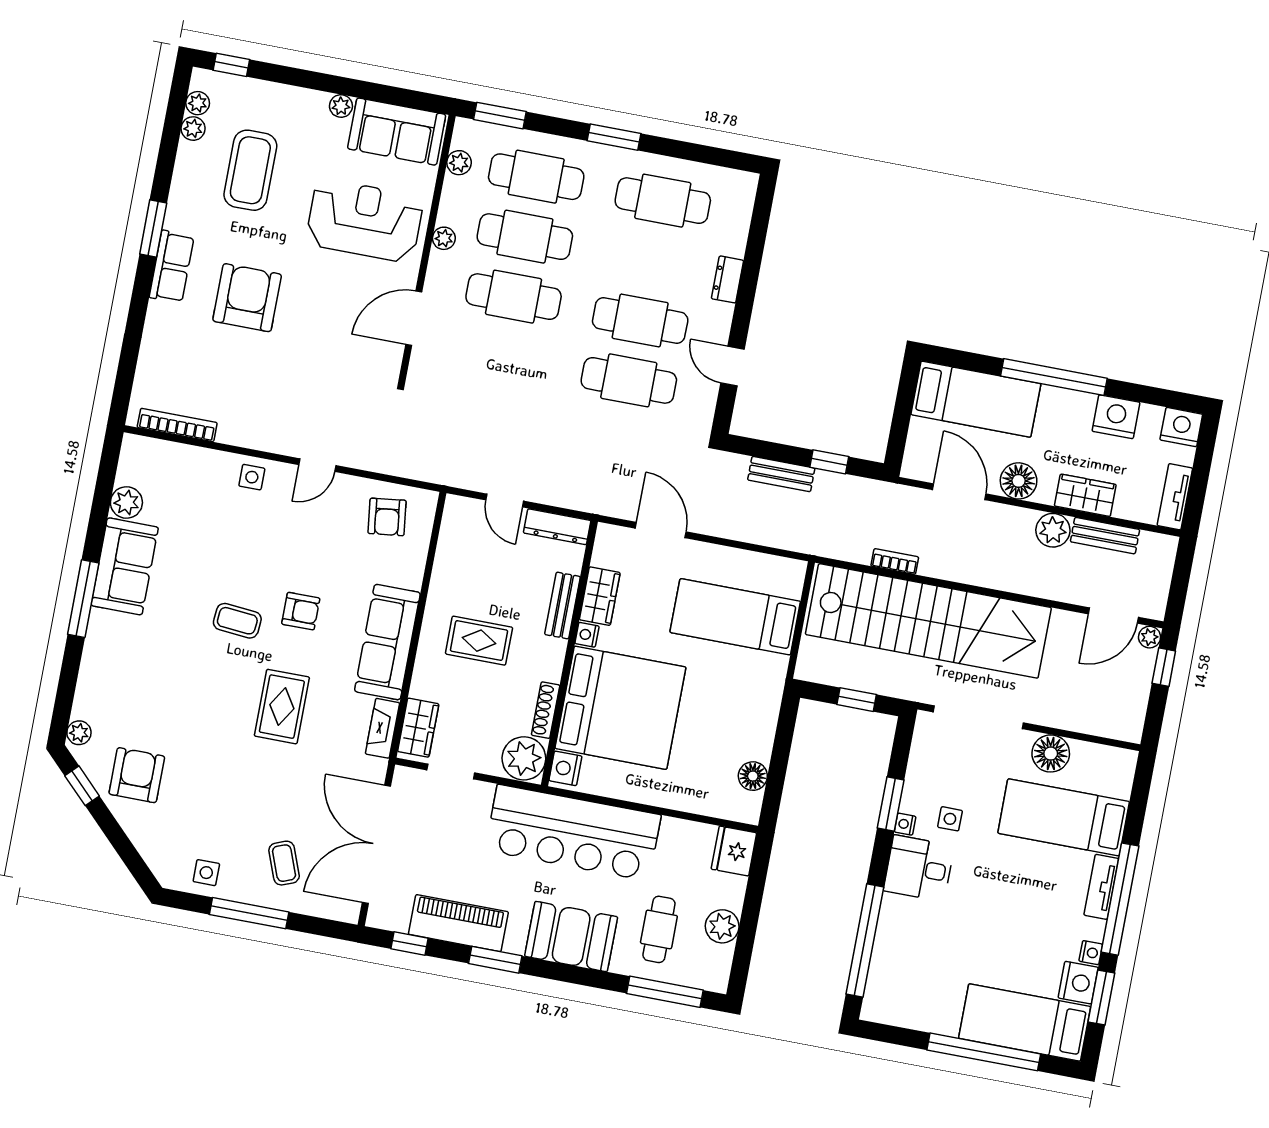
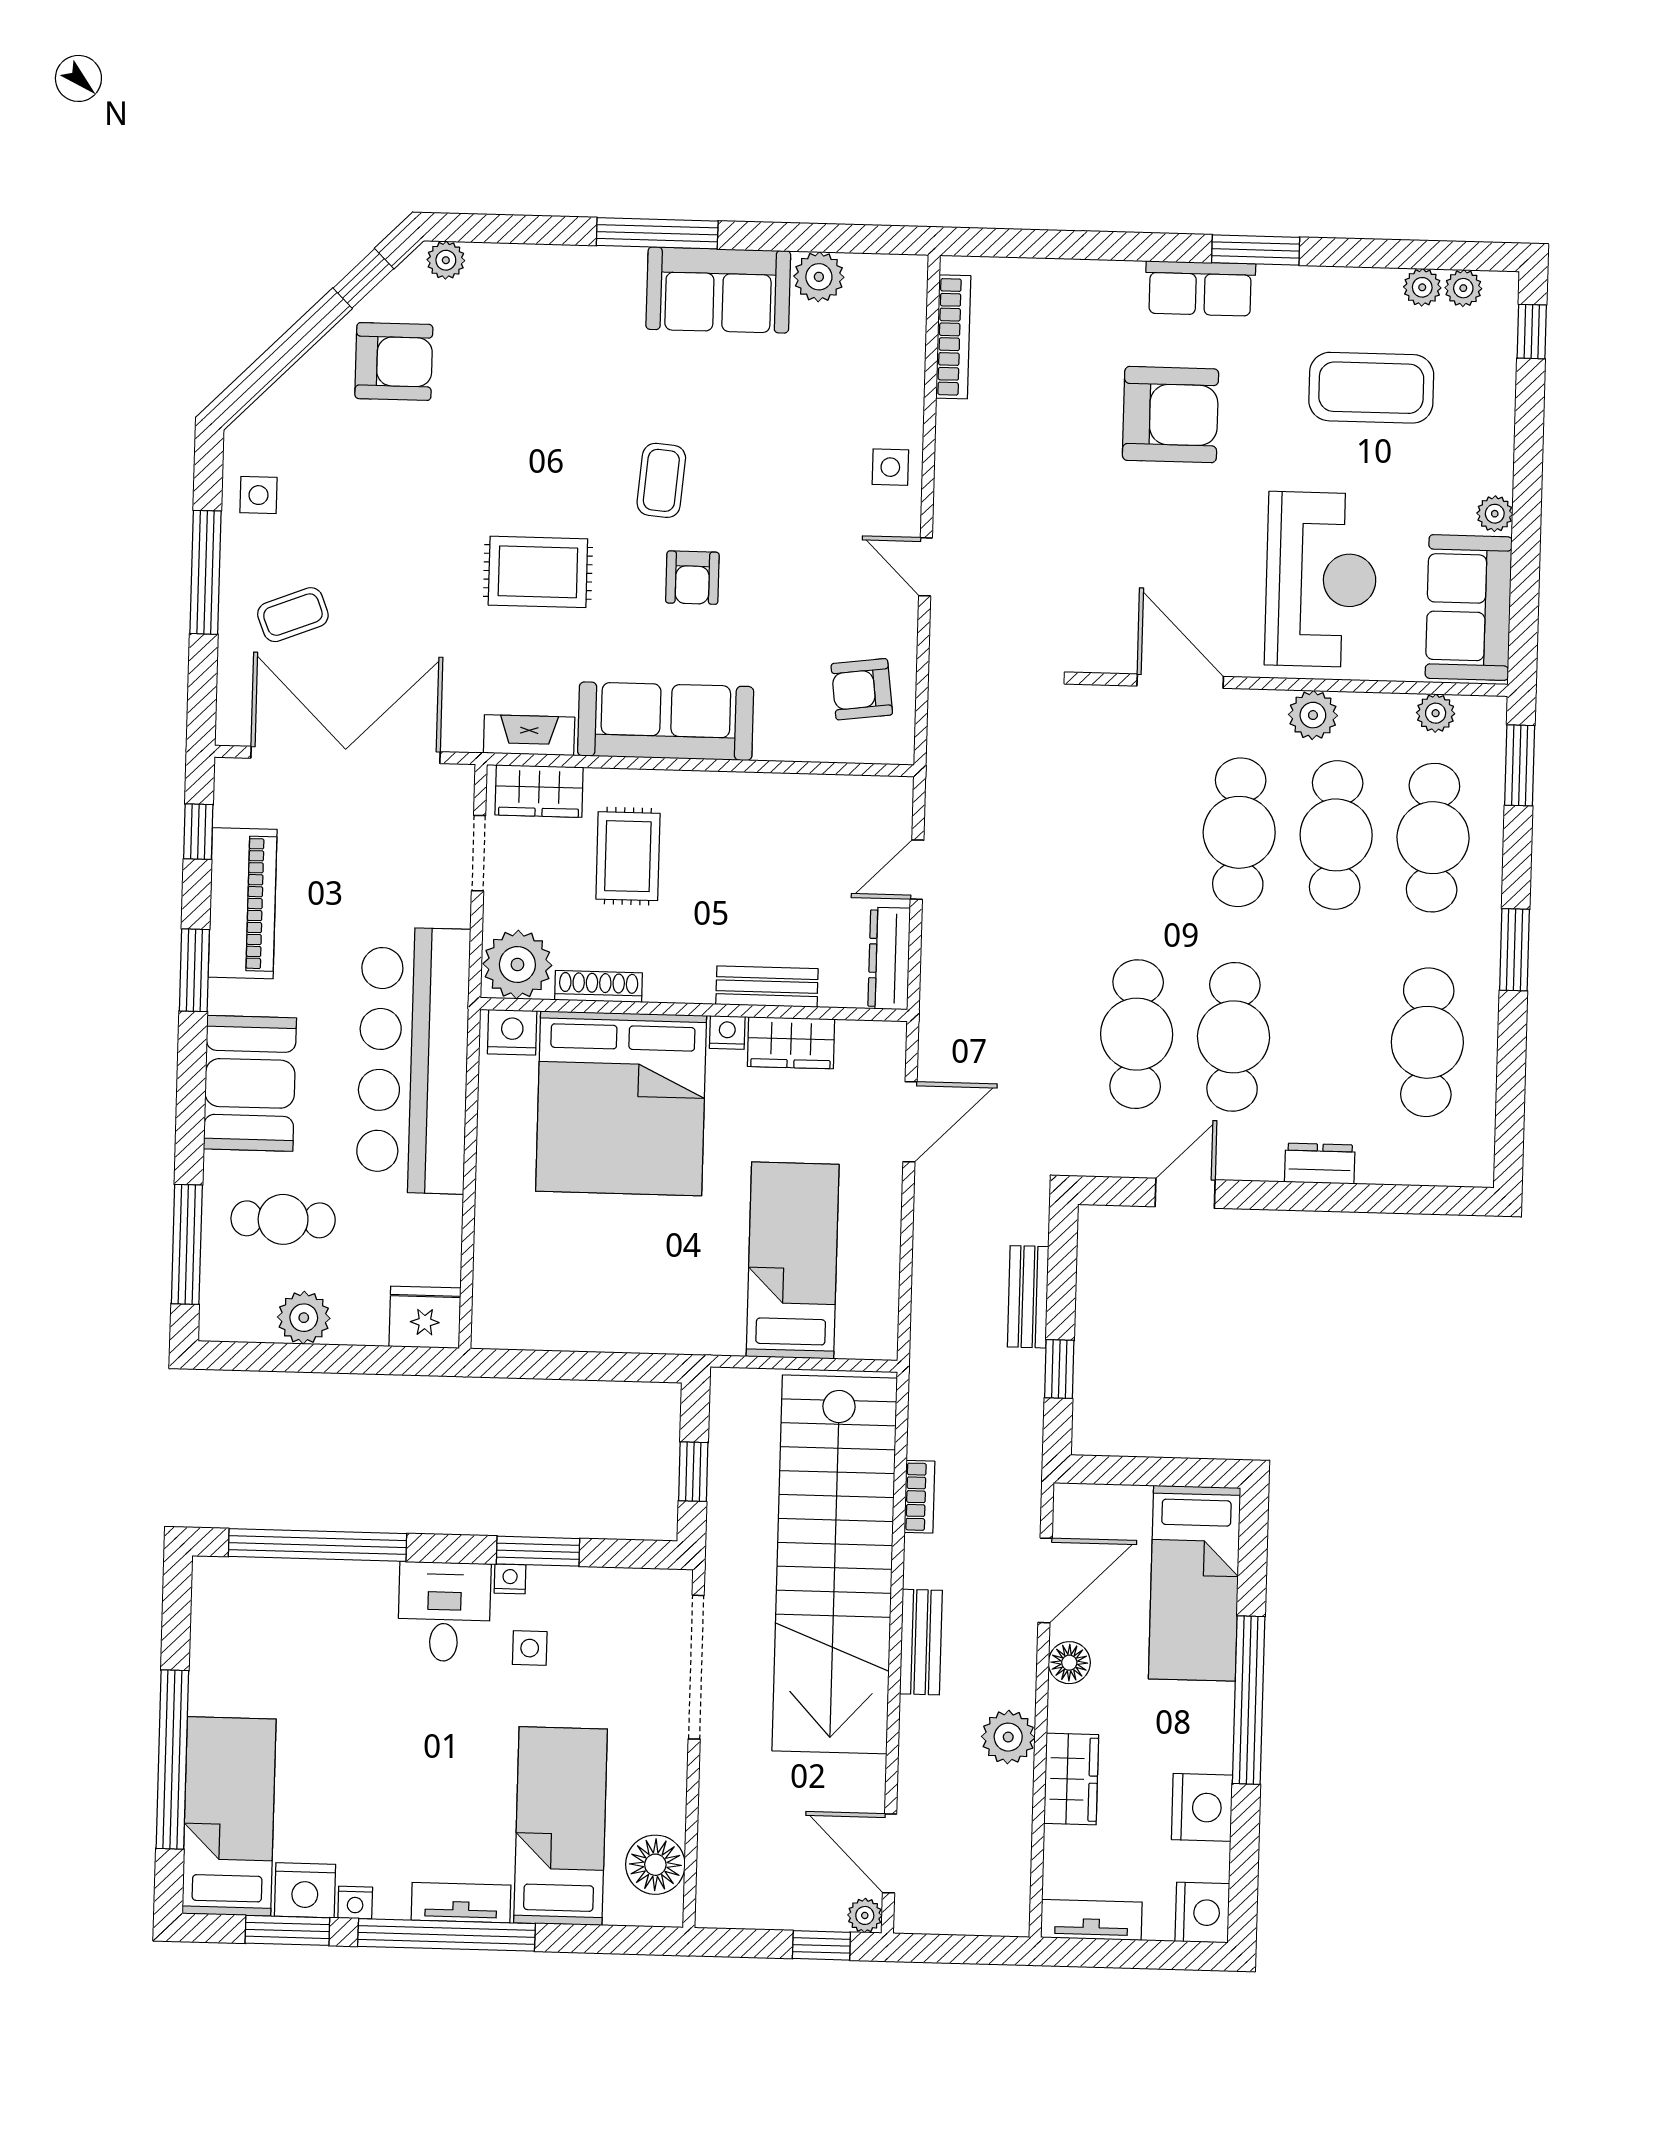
plant: (444, 238) -> (1313, 715), width x1.38, depth x1.38
floor lamp: (1019, 481) -> (1069, 1663), width x0.73, depth x0.73
bench: (1105, 536) -> (921, 1642), moved
rug: (479, 641) -> (628, 856), moved
floor lamp: (1051, 753) -> (655, 1865), moved
floor lamp: (753, 776) -> (547, 1328), removed

